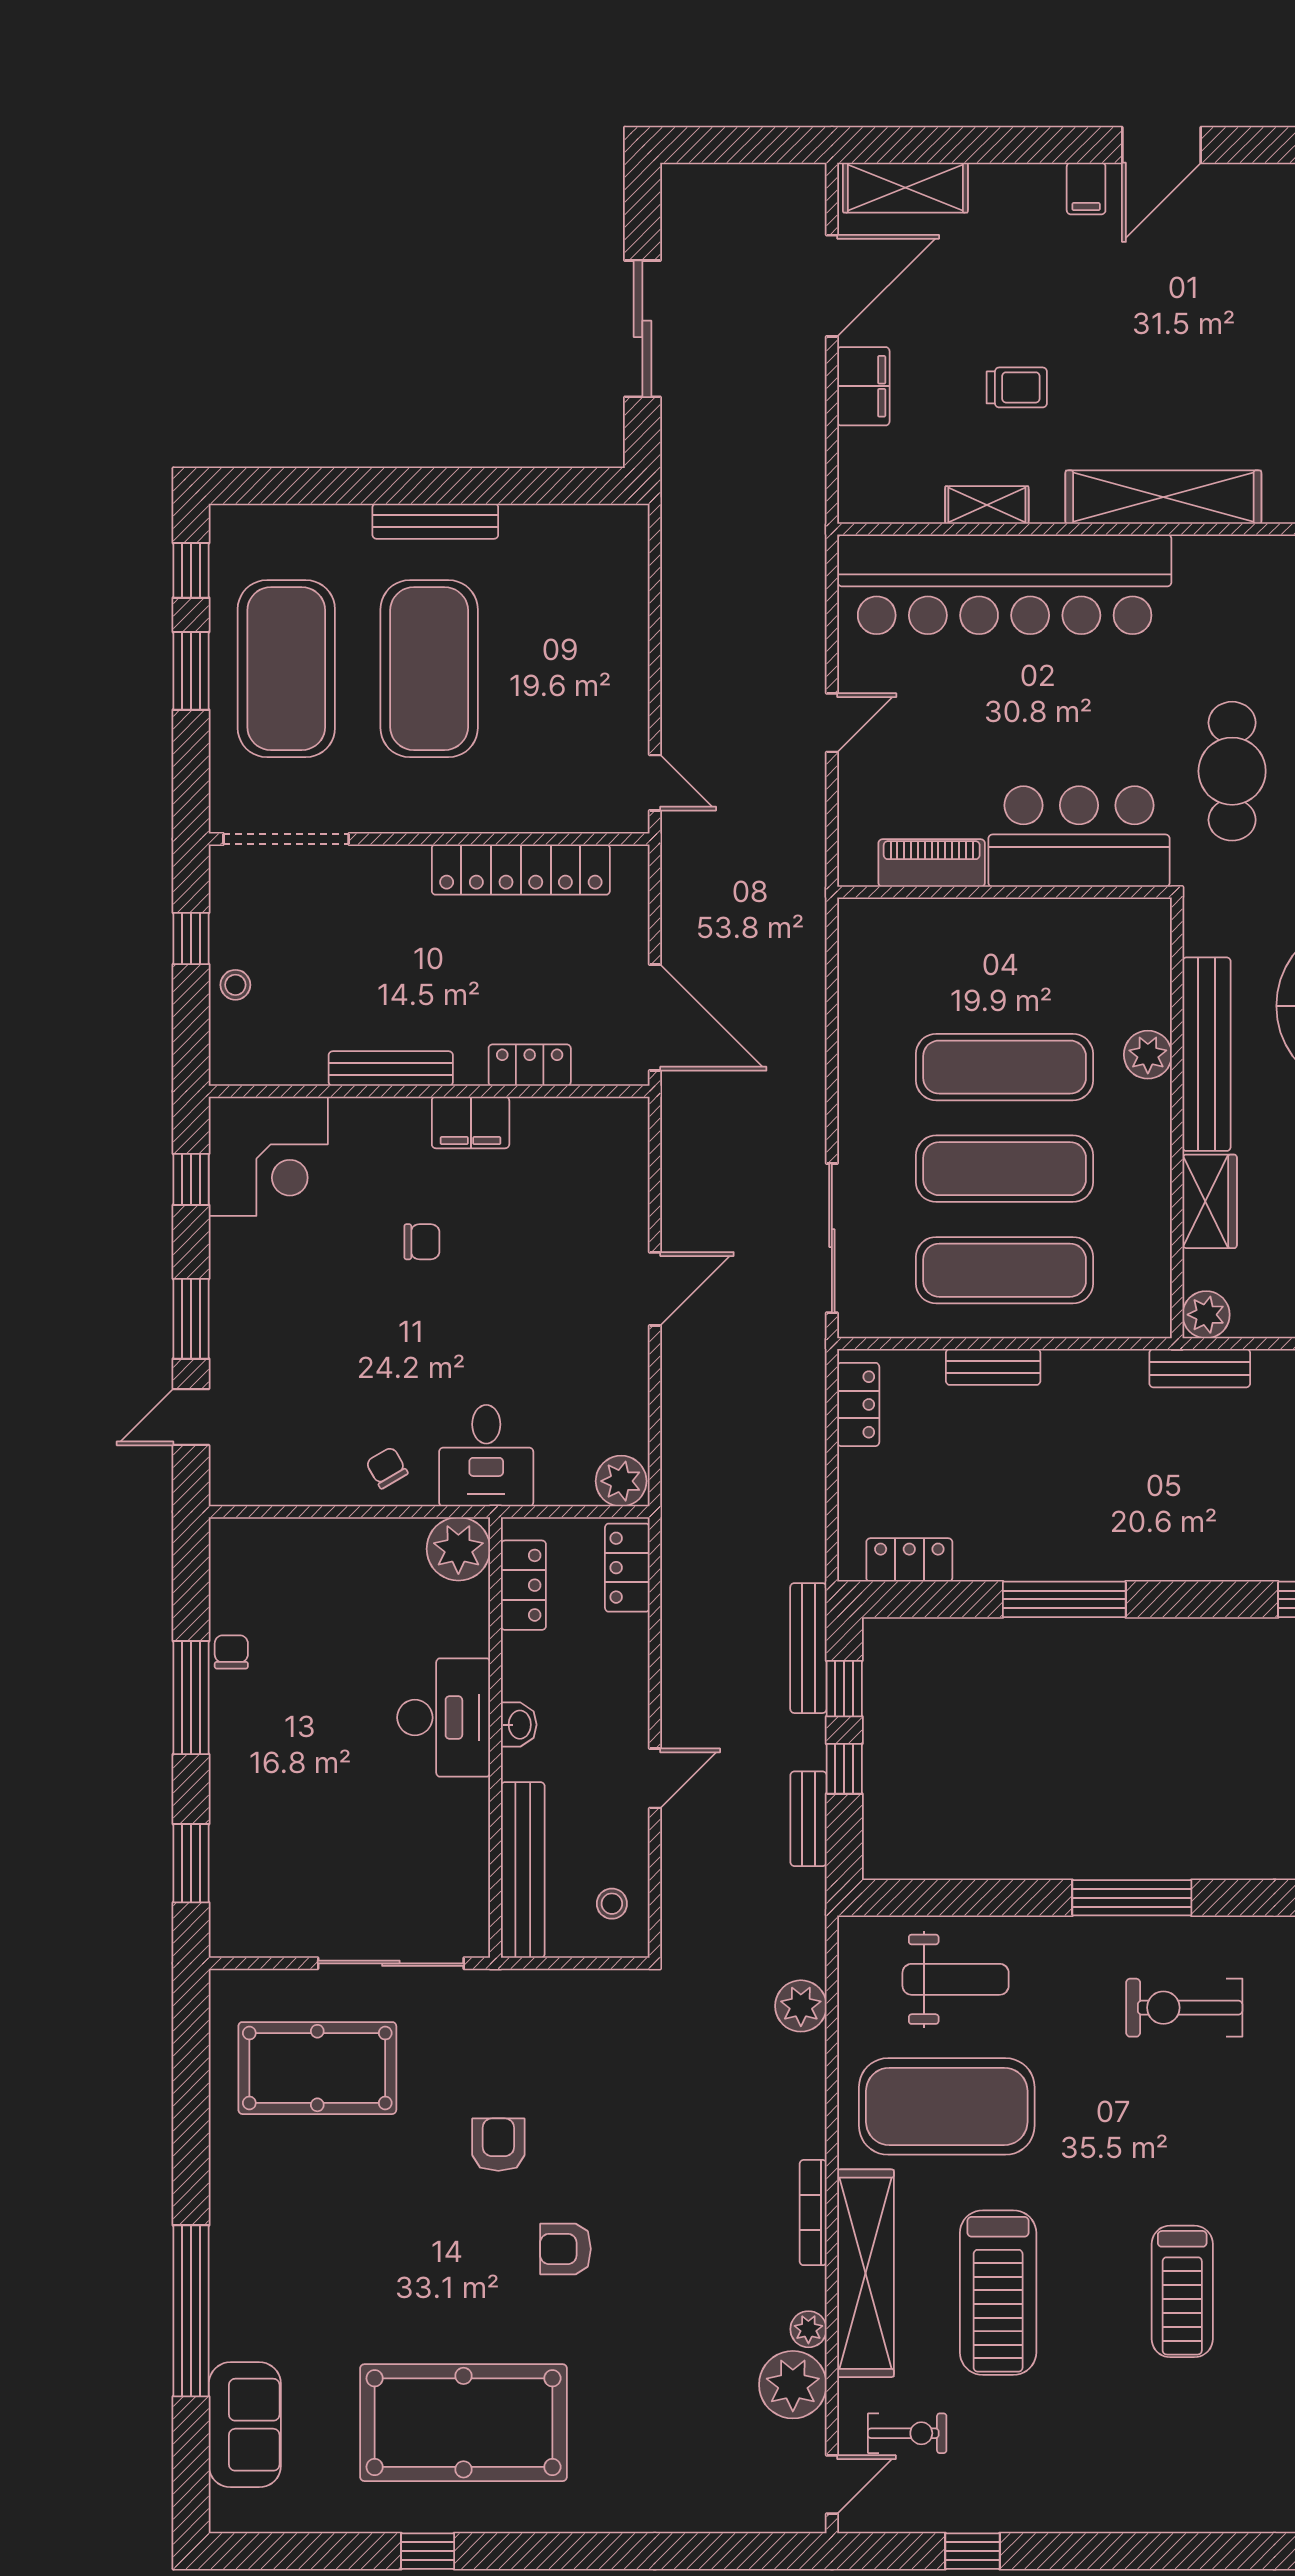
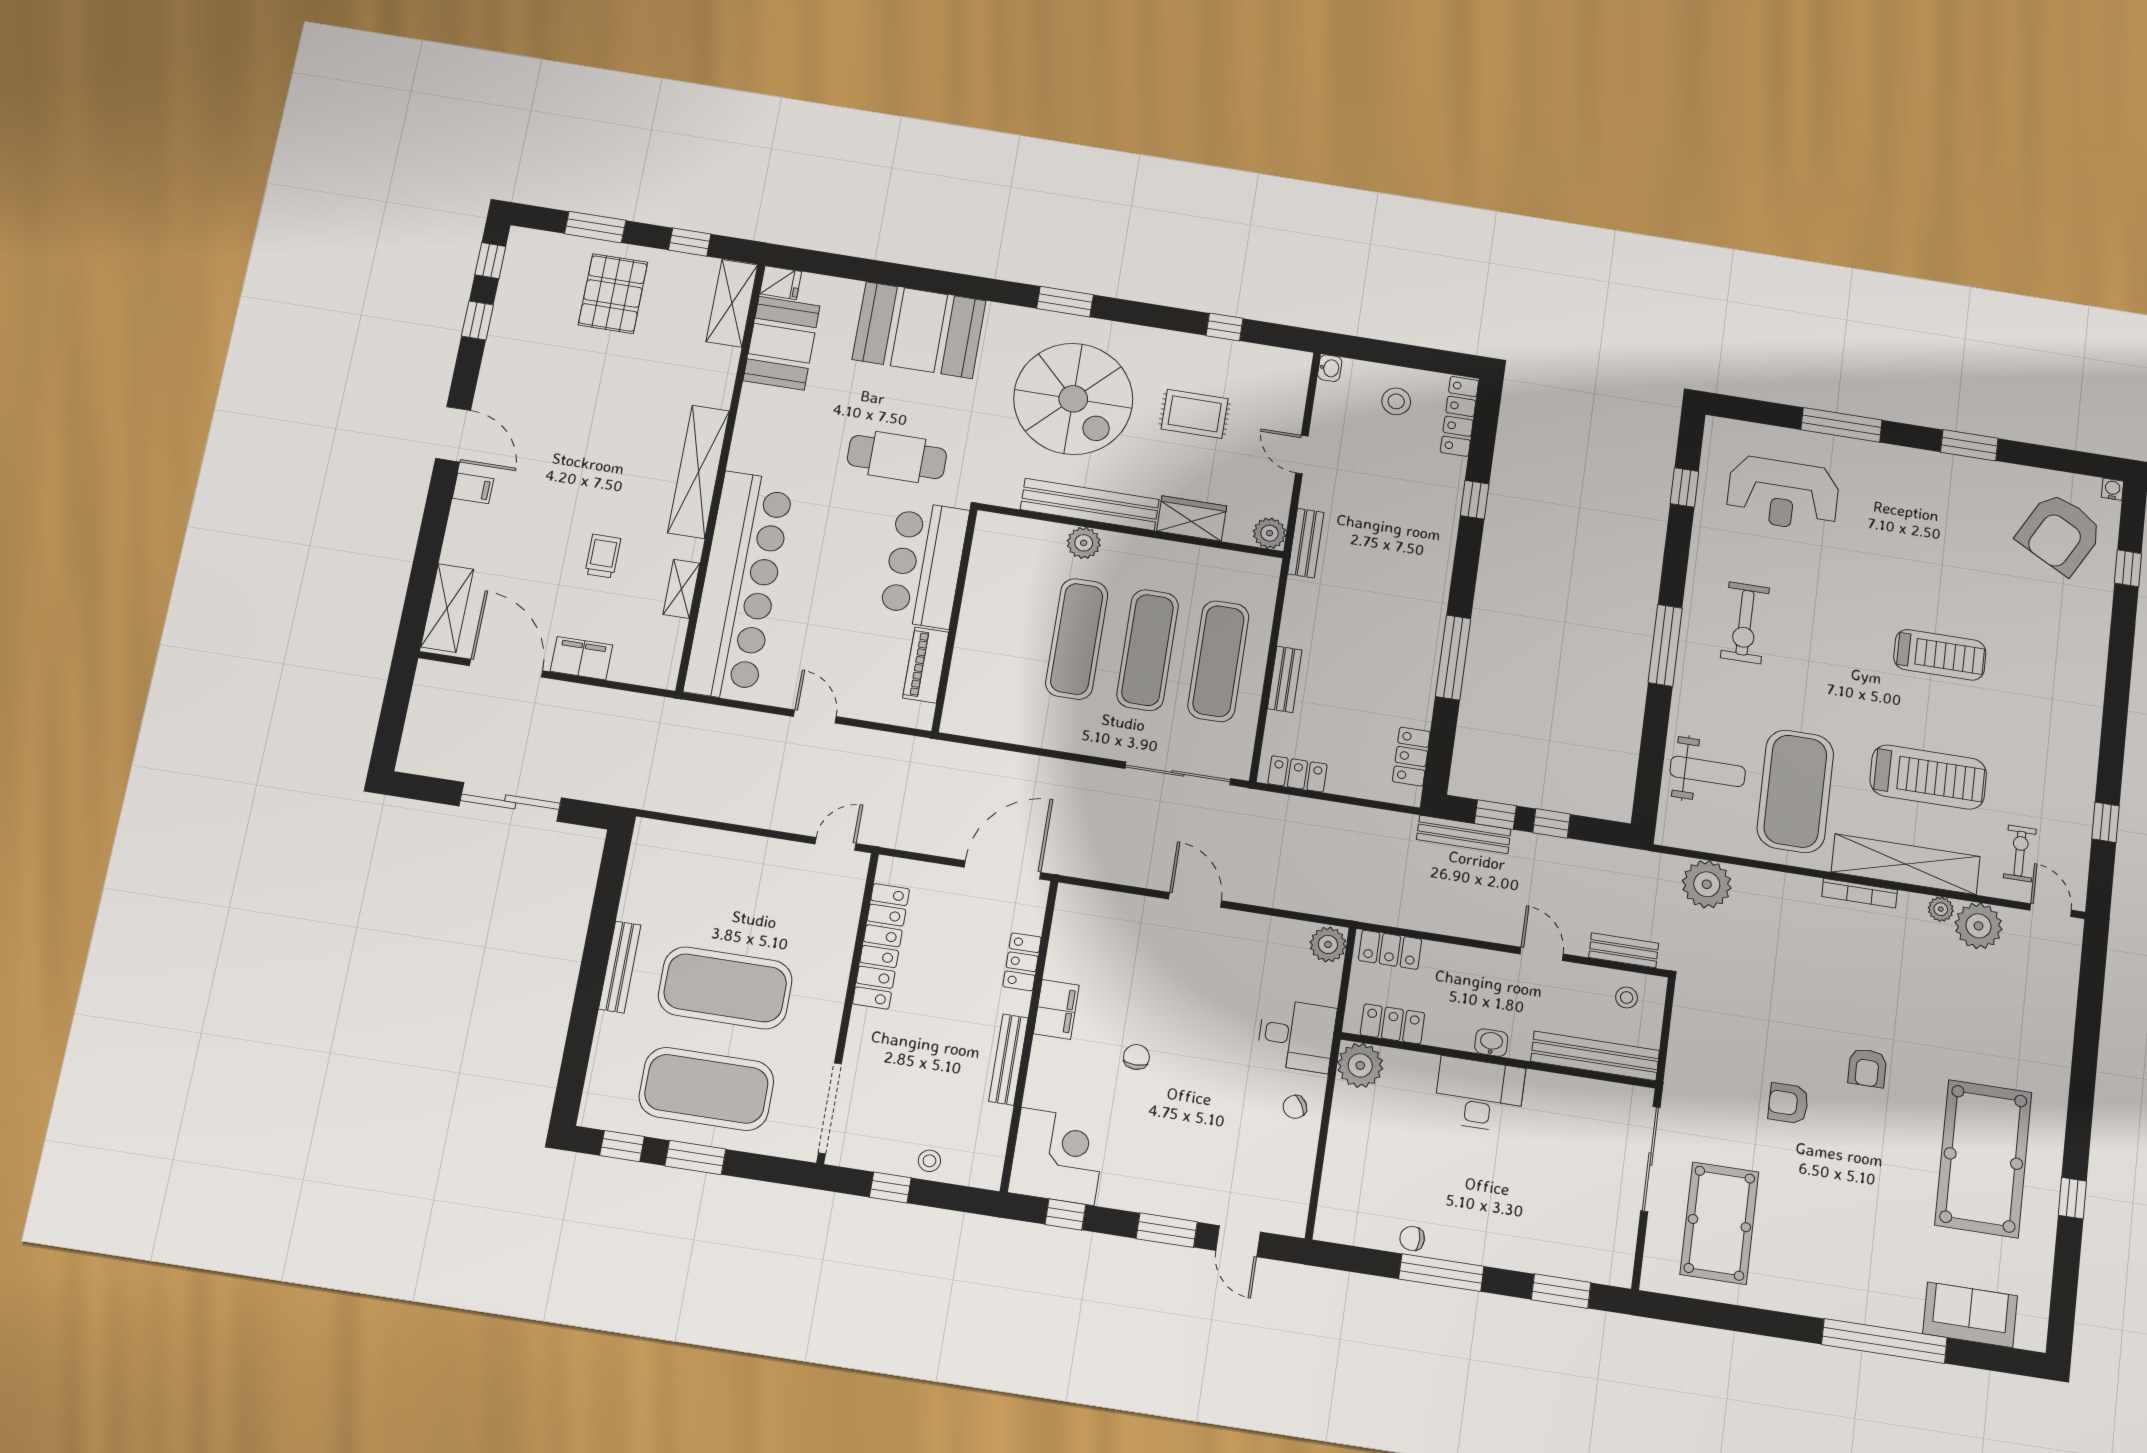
bench: (809, 1819) -> (1624, 950), moved
weight bench: (956, 1979) -> (1708, 771), turned 90
plant: (801, 2006) -> (1707, 884), width x1.36, depth x1.36

